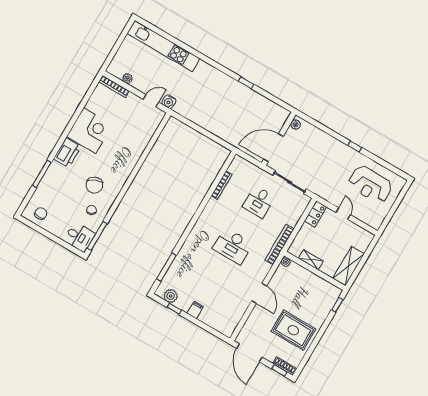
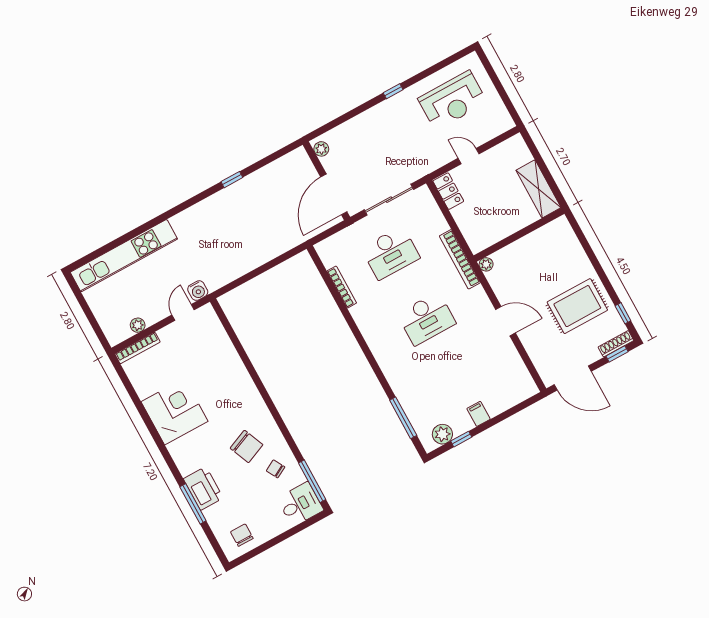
printer: (67, 153) -> (203, 488), moved
desk: (259, 202) -> (391, 253), width x1.37
shelving: (311, 260) -> (502, 231), removed
window: (337, 305) -> (623, 313), moved

